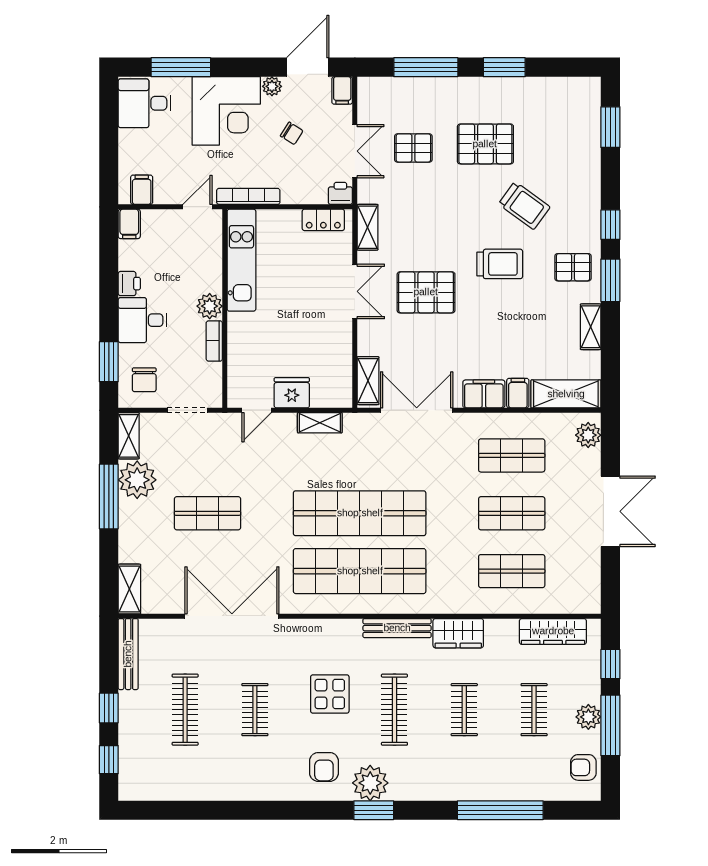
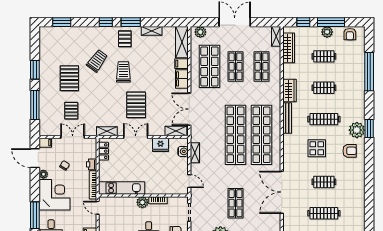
printer: (340, 193) -> (92, 164), moved
fridge: (292, 393) -> (161, 145), moved, turned -90
water cooler: (323, 397) -> (183, 151), added
shop shelf: (512, 455) -> (209, 66), width x1.43, depth x1.36
shelving: (579, 604) -> (276, 36), added

